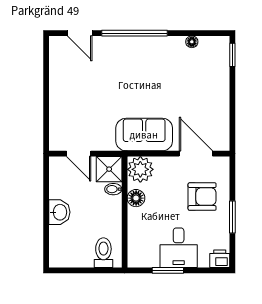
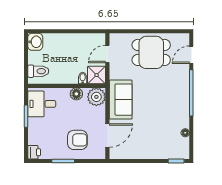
dining table: (77, 91) -> (151, 52), added
armchair: (202, 197) -> (77, 140), turned -90
washbasin: (59, 212) -> (35, 42), moved, turned -90
desk: (179, 248) -> (42, 104), moved

